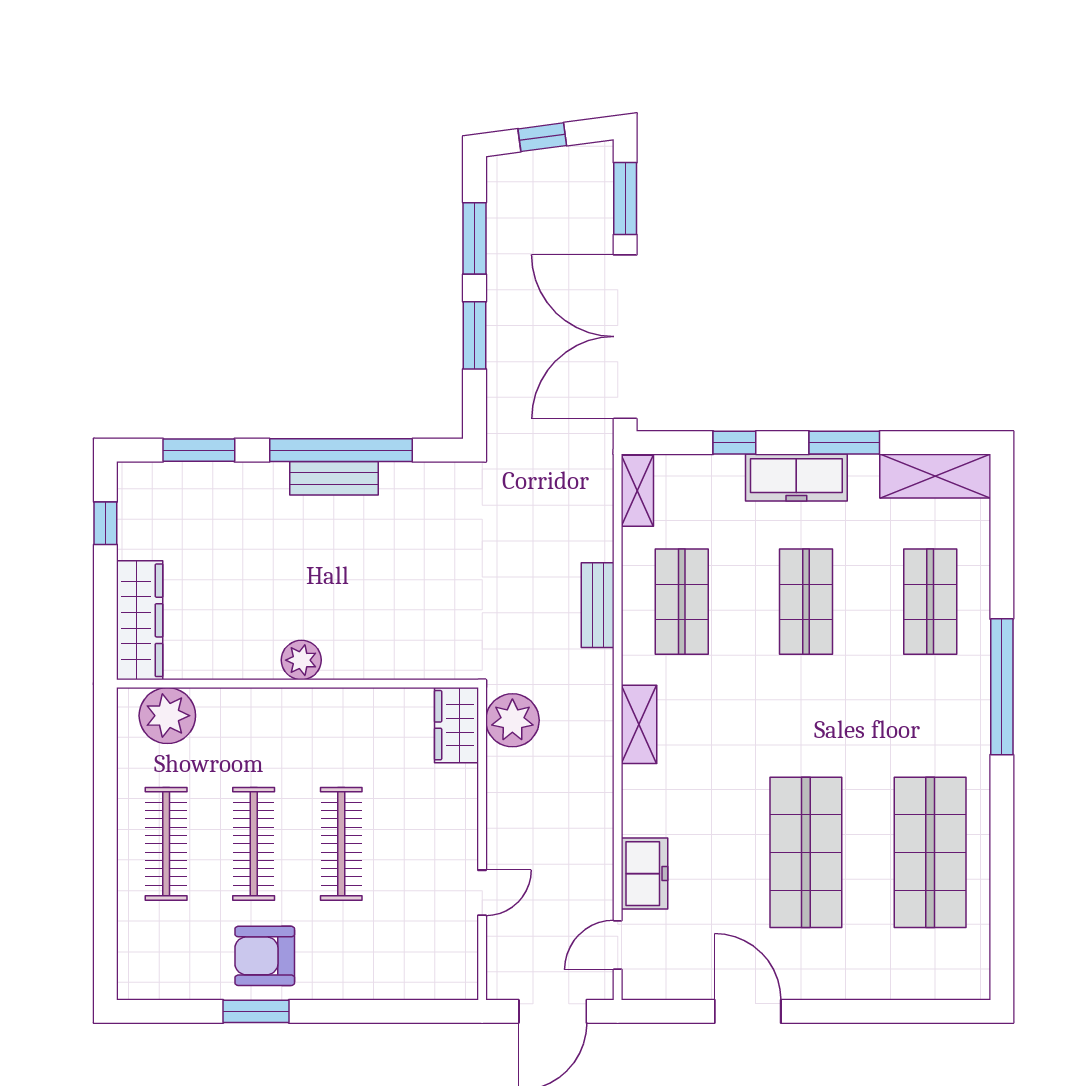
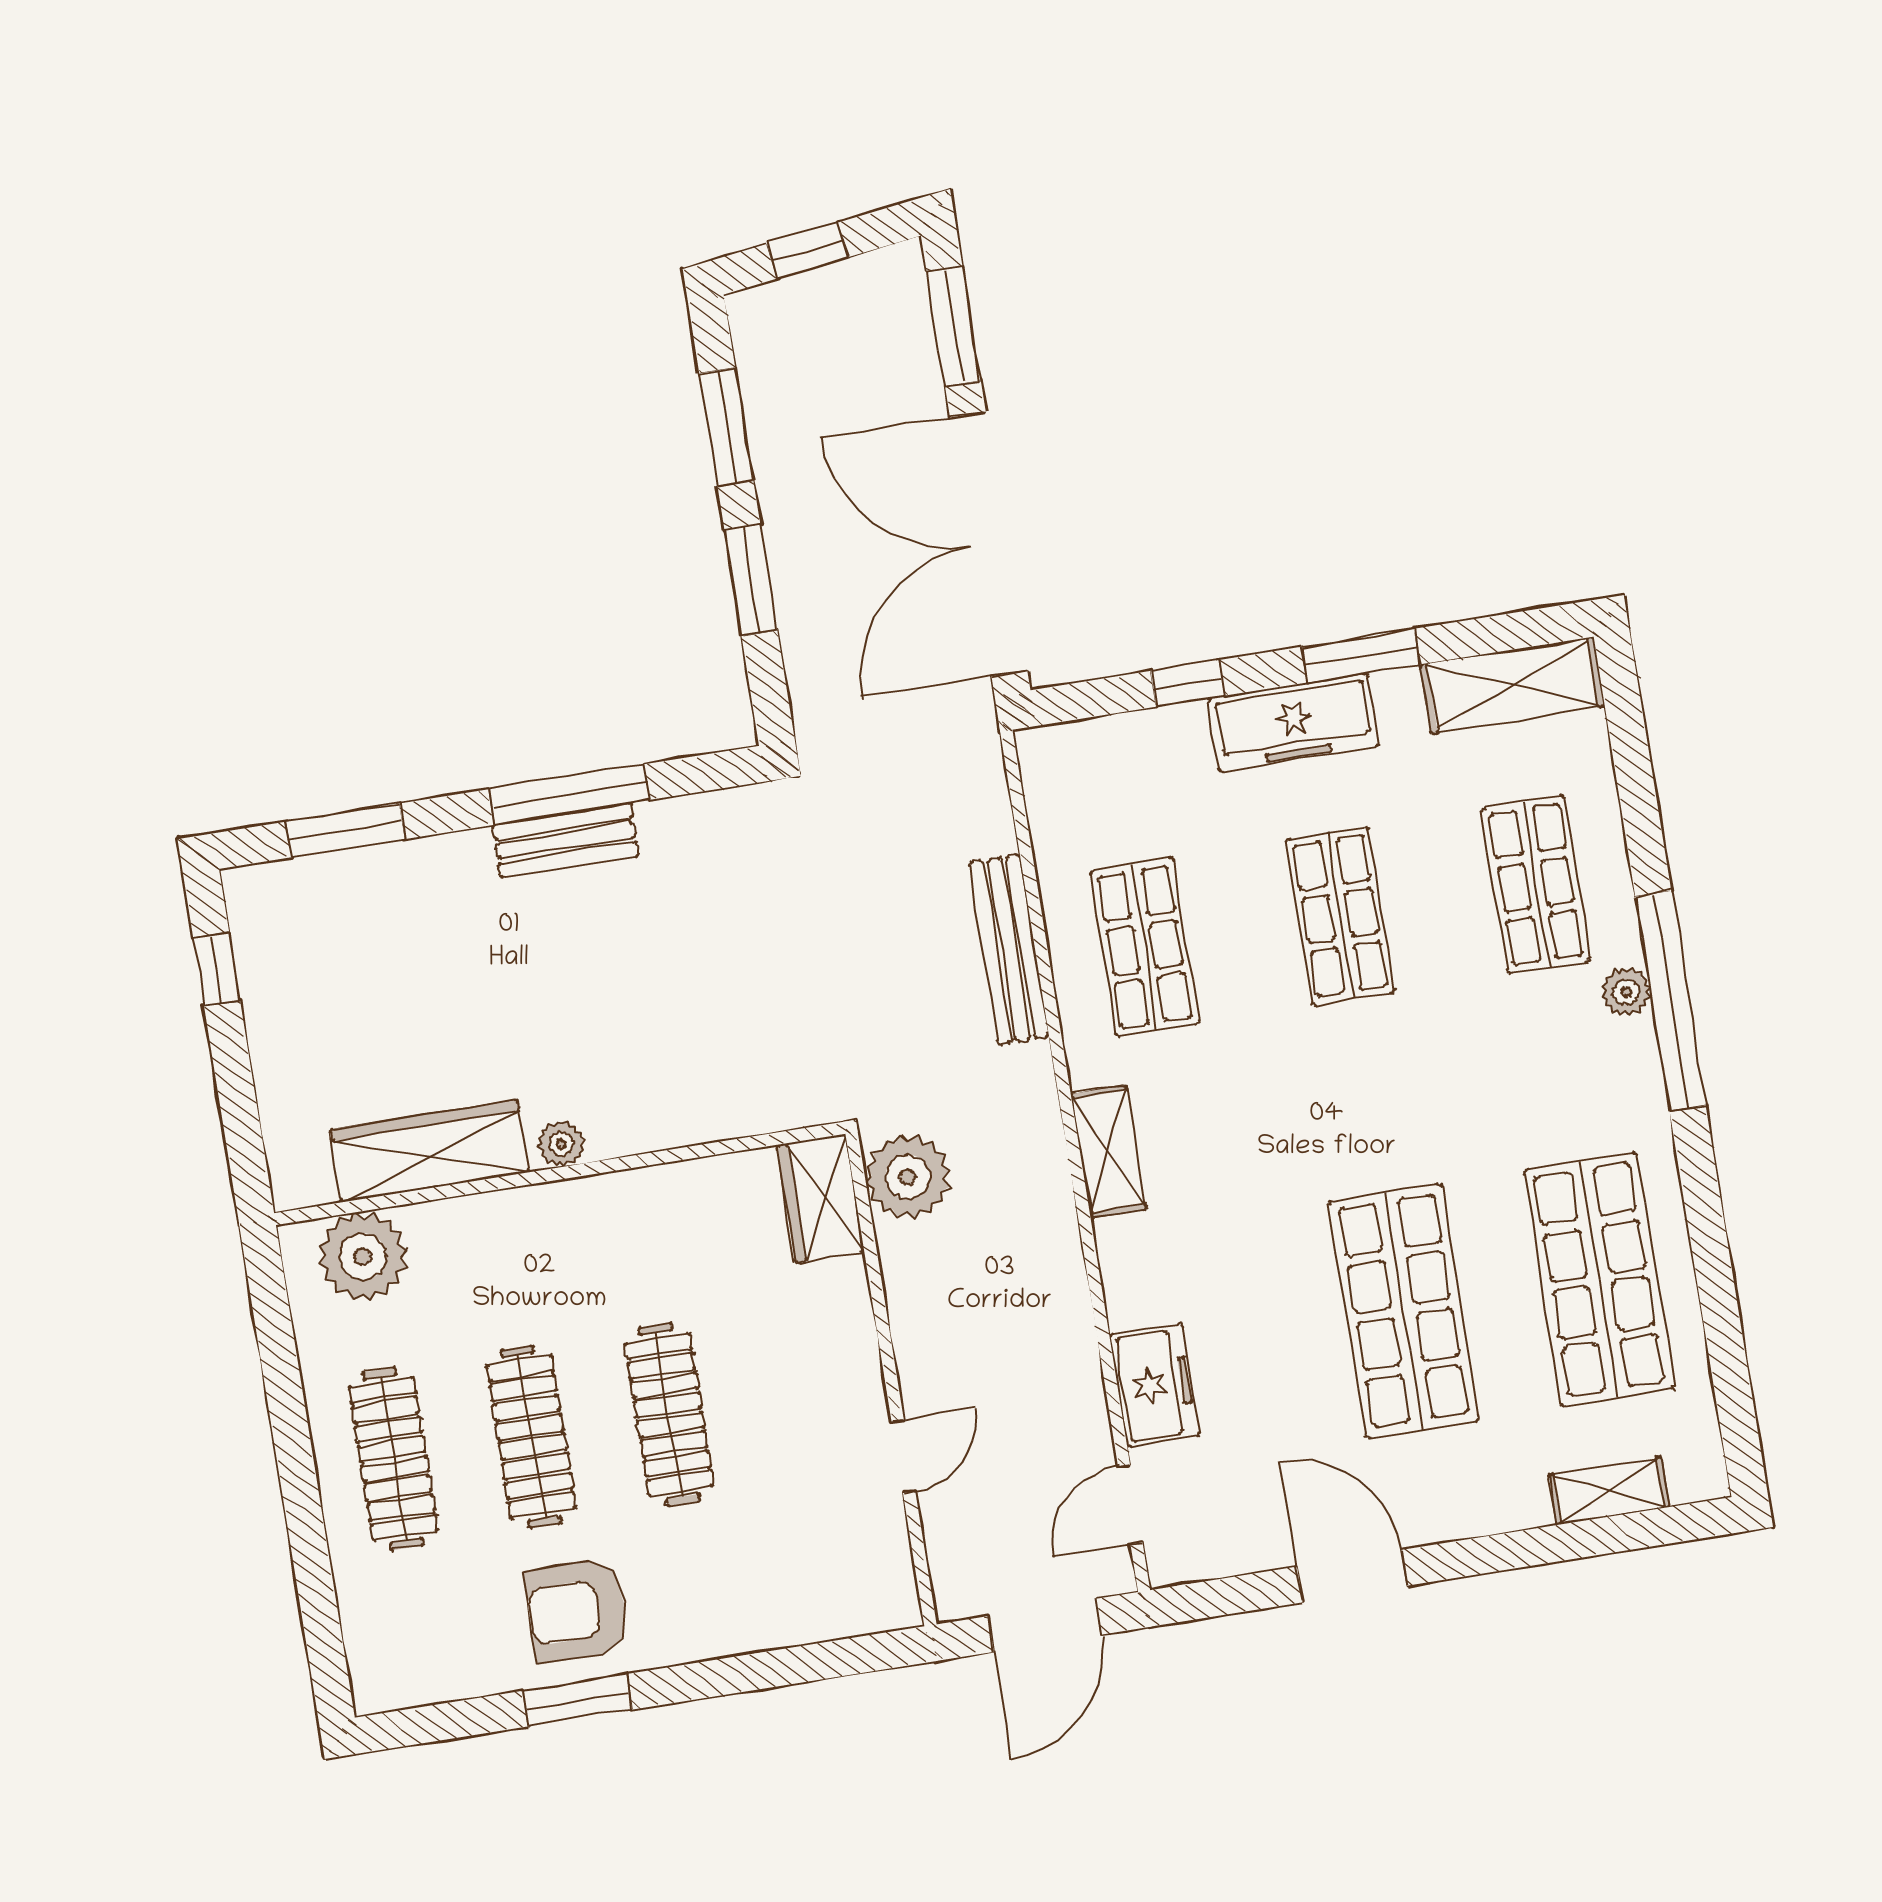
window: (341, 450) -> (569, 795), width x0.68
shelving: (637, 491) -> (1609, 1491), moved, turned 90
bench: (598, 605) -> (1009, 950), width x1.36
wardrobe: (140, 620) -> (429, 1151), moved, turned -90
plant: (301, 660) -> (561, 1144), width x0.73, depth x0.73
plant: (975, 677) -> (1626, 992), added

